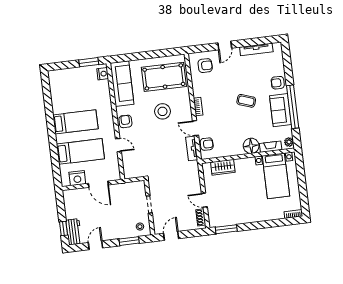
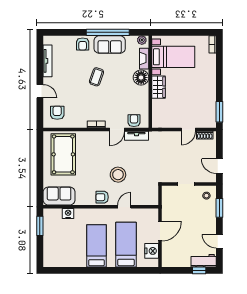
nightstand: (103, 74) -> (68, 214), moved
sofa: (122, 84) -> (59, 196), width x0.73
stool: (163, 111) -> (118, 175), moved
wardrobe: (223, 167) -> (158, 87), moved

